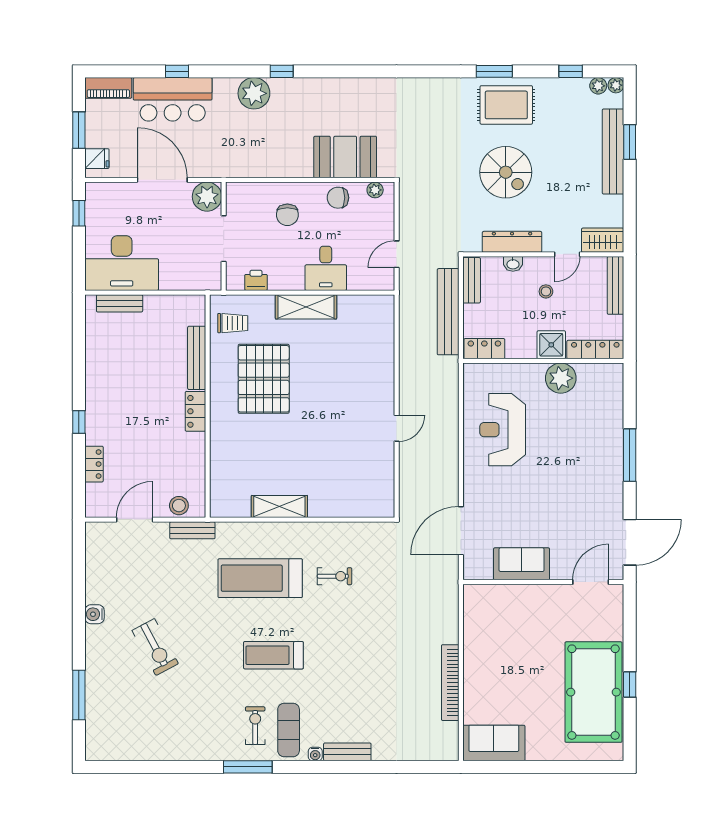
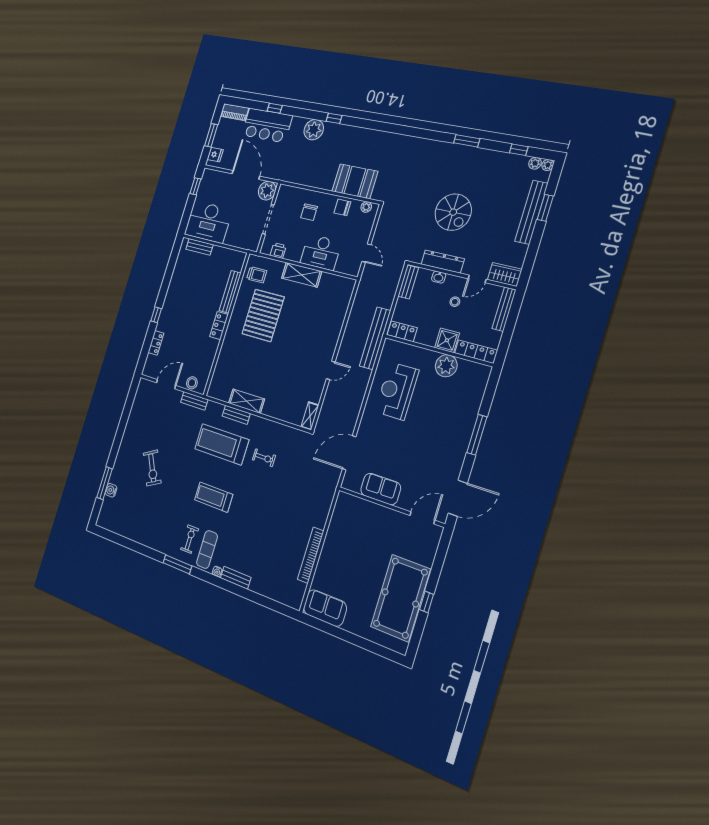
rug: (506, 105) -> (468, 165), removed
door: (397, 254) -> (366, 253), swing flipped
desk: (326, 268) -> (321, 252), width x1.37
bench: (448, 312) -> (375, 338), moved
shelving: (386, 499) -> (310, 416), added
bench: (269, 530) -> (236, 415), added
water cooler: (94, 614) -> (111, 490), moved

